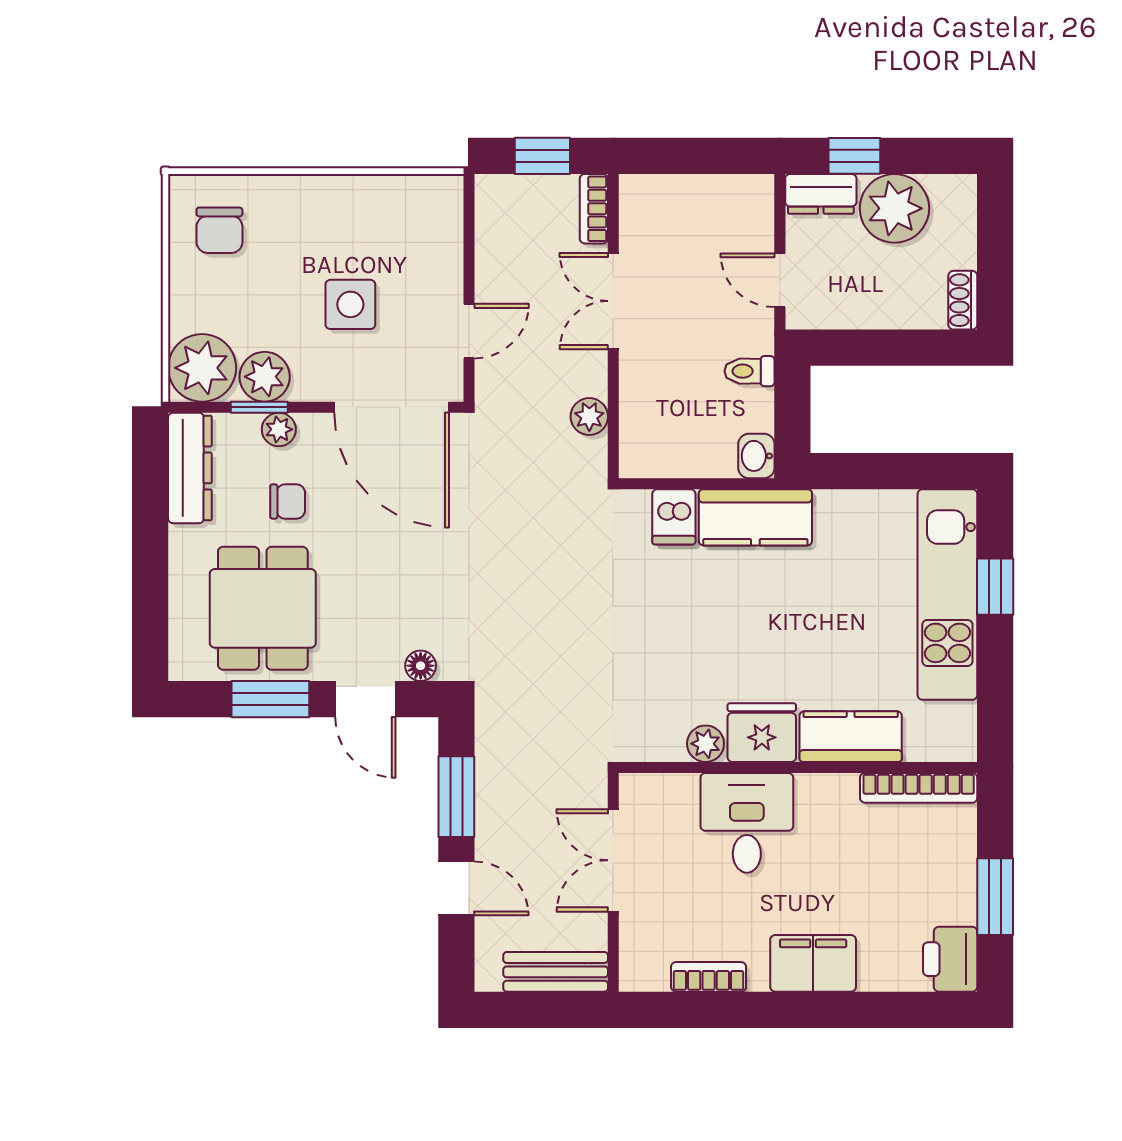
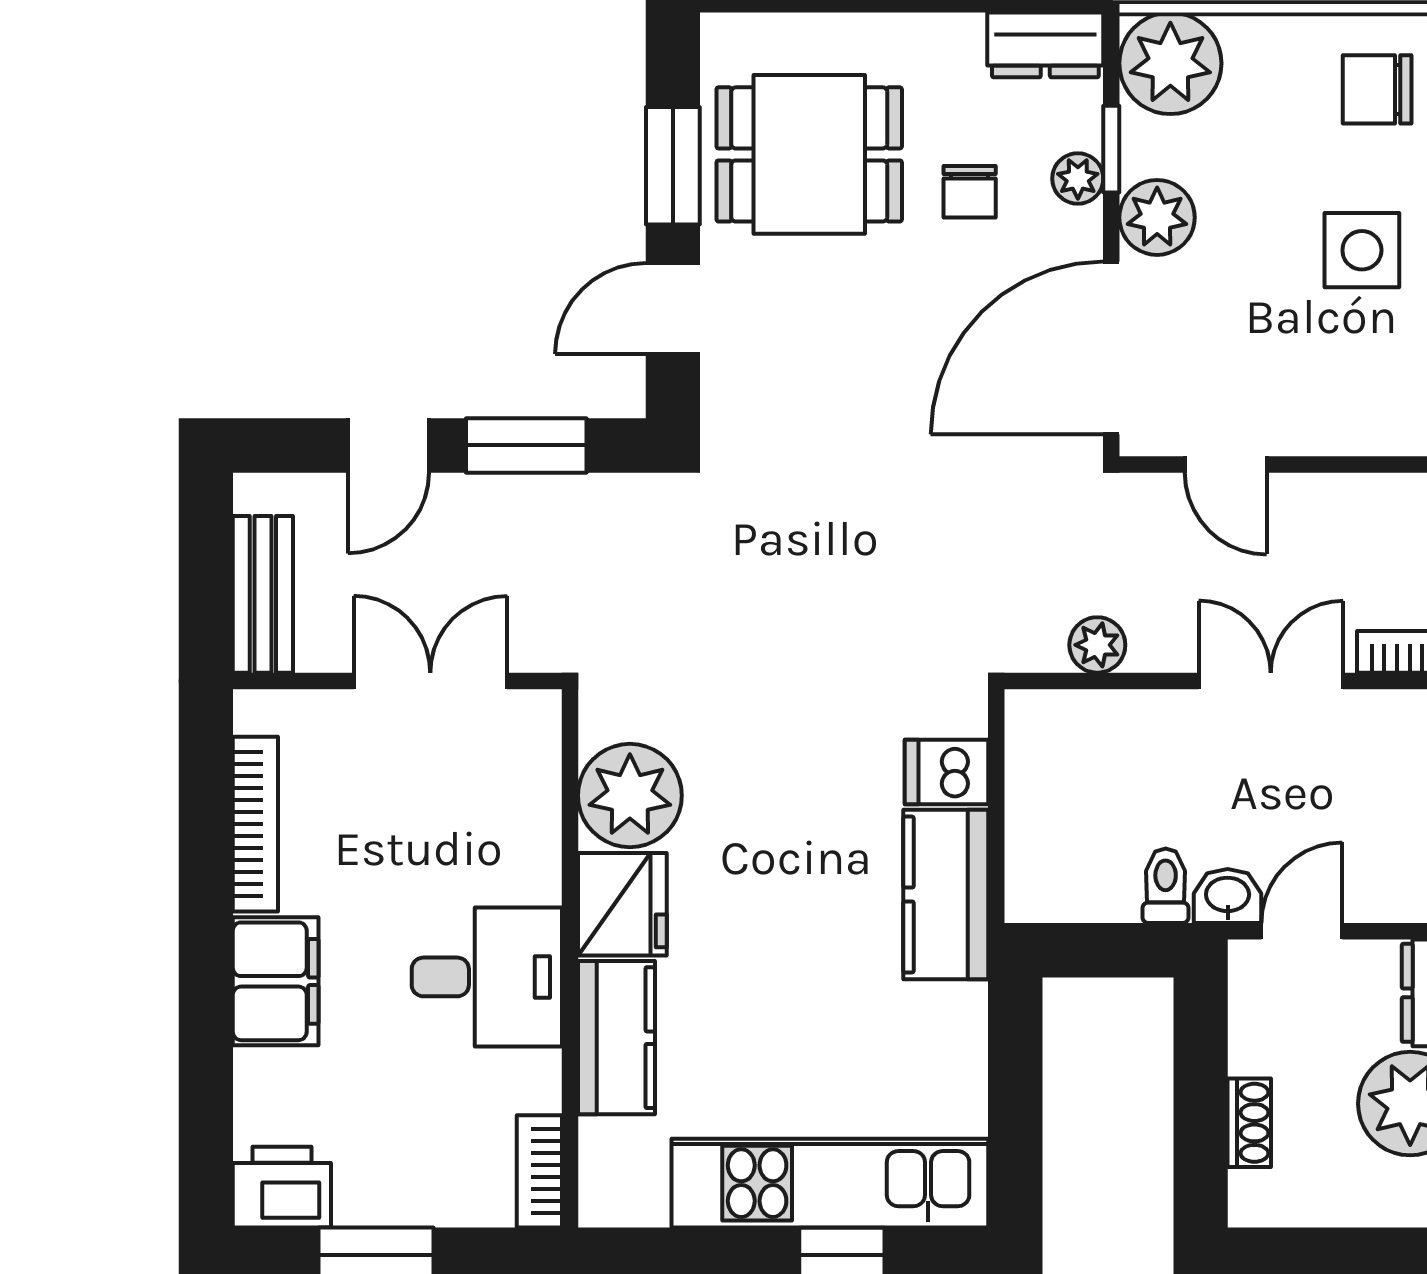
shoe rack: (963, 300) -> (1249, 1123), moved, turned 90
side table: (350, 304) -> (1362, 250), moved
plant: (265, 377) -> (1157, 217), moved
washbasin: (756, 456) -> (1228, 896), moved
dresser: (190, 468) -> (1045, 45), width x0.70
floor lamp: (421, 666) -> (723, 391), removed
plant: (706, 744) -> (630, 796), width x1.87, depth x1.87
bookcase: (919, 788) -> (539, 1171), width x0.64
desk: (747, 823) -> (487, 977), moved
bookcase: (709, 977) -> (255, 824), width x1.56

